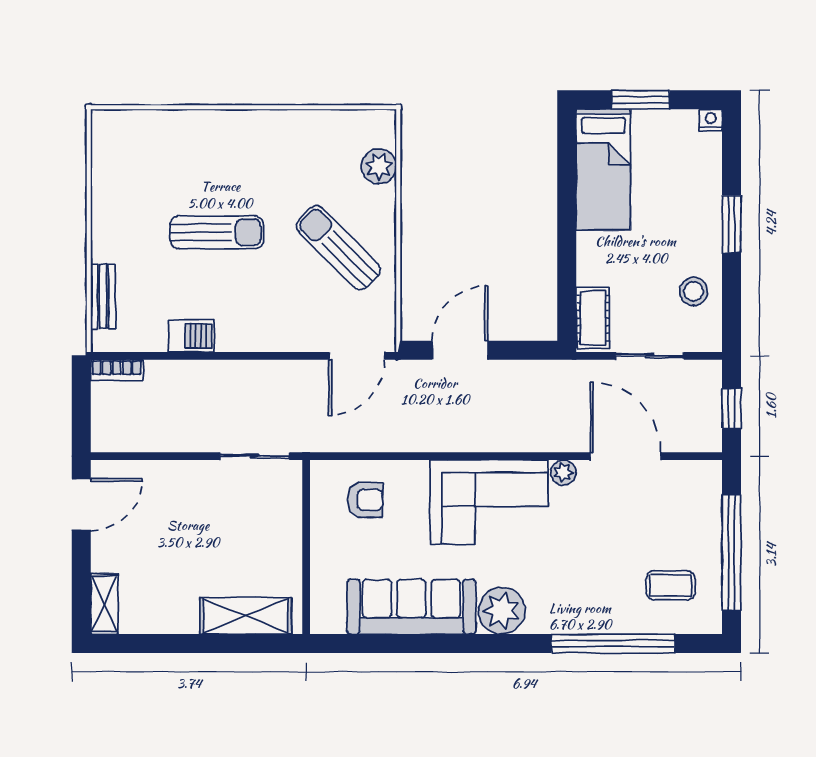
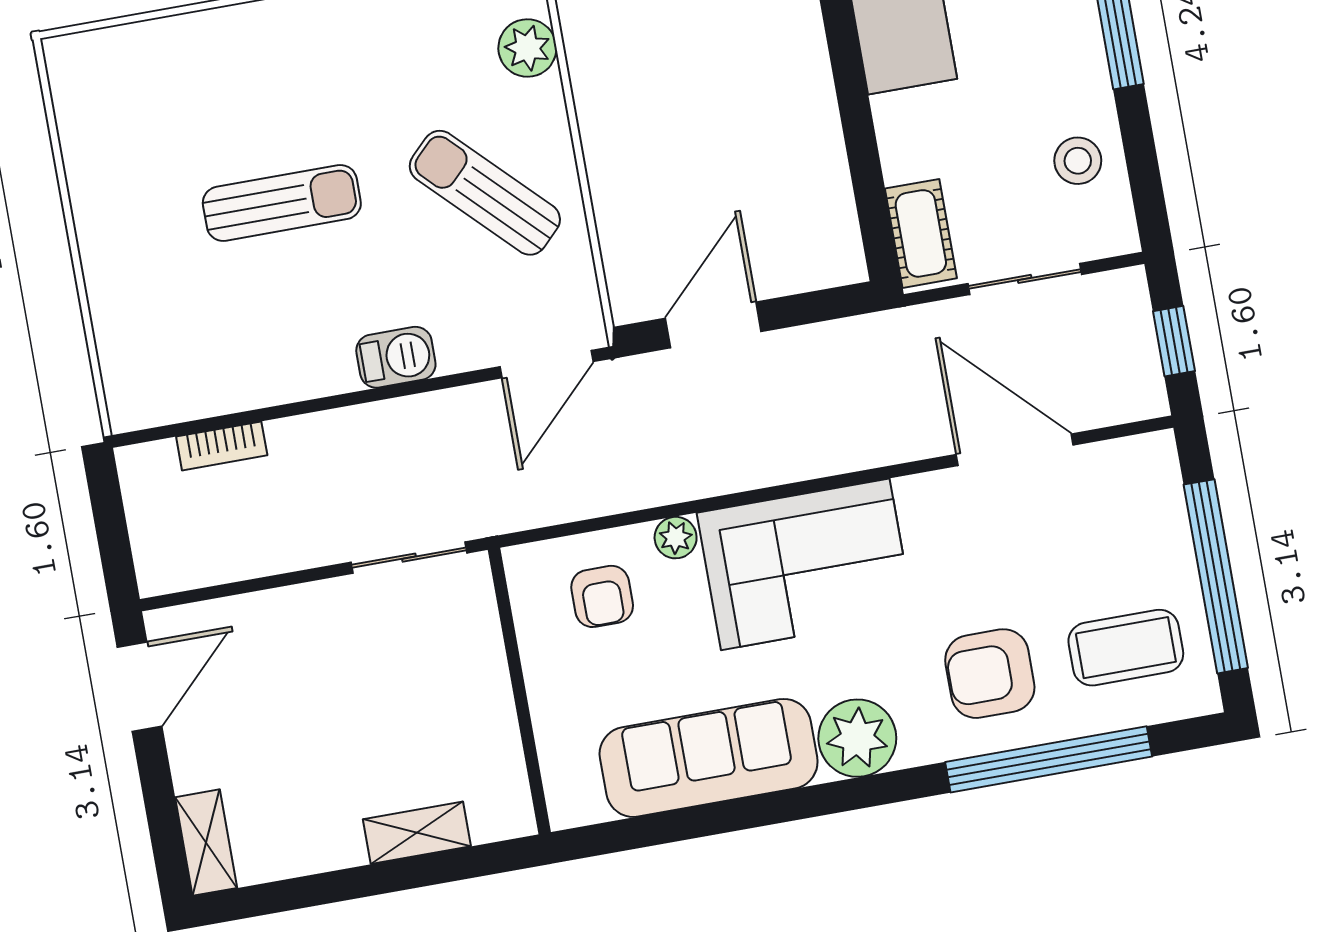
bench: (103, 296) -> (115, 341), removed
barbecue: (191, 336) -> (396, 357), moved
bookcase: (117, 370) -> (222, 446), moved
plant: (563, 473) -> (676, 538), moved
armchair: (365, 500) -> (602, 596), turned 89
coffee table: (671, 585) -> (1126, 648), width x1.36, depth x1.30
armchair: (587, 586) -> (990, 674), added
shelving: (246, 616) -> (417, 833), width x0.67, depth x0.75

